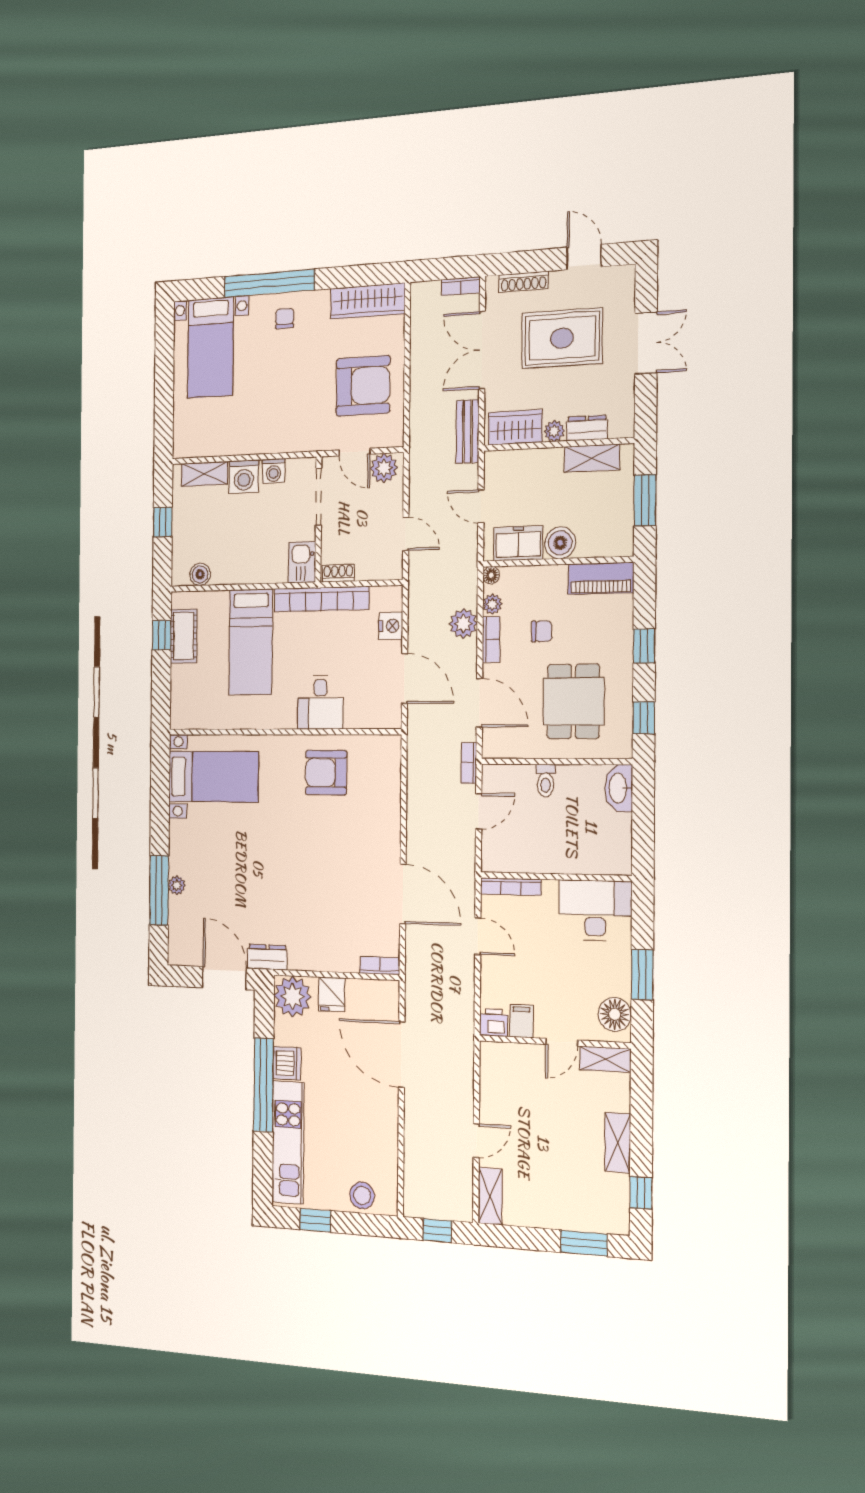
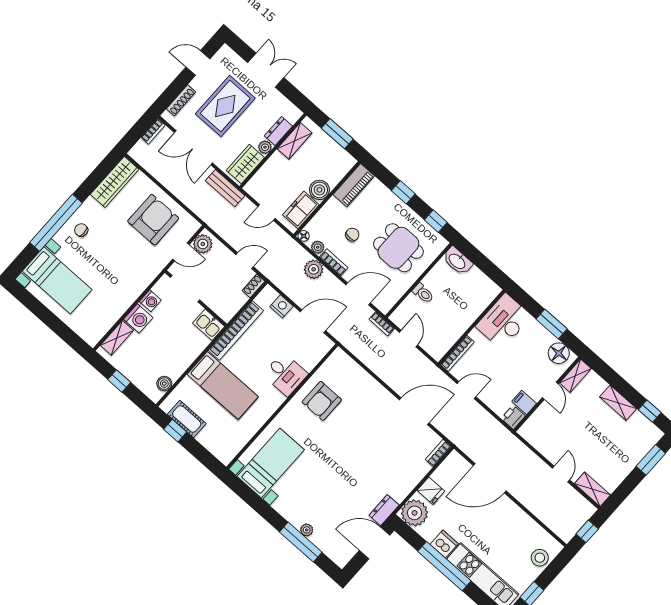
shoe rack: (338, 573) -> (254, 286), moved

